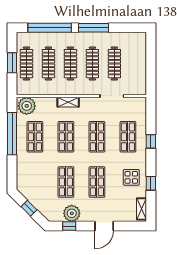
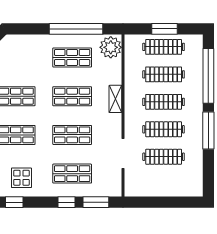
window: (151, 118) -> (96, 202), added

